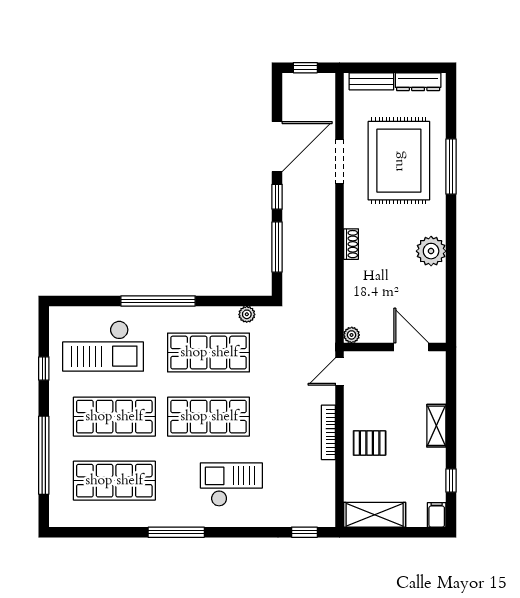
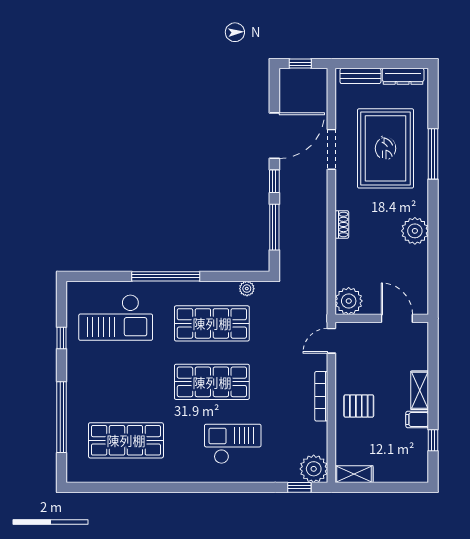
plant: (352, 335) -> (349, 301), width x1.88, depth x1.88
shop shelf: (114, 417) -> (126, 382), removed
plant: (320, 512) -> (314, 469), added
shelving: (375, 515) -> (354, 474), width x0.67, depth x0.75
filing cabinet: (437, 515) -> (417, 419), moved, turned -90
window: (176, 532) -> (182, 487), removed

